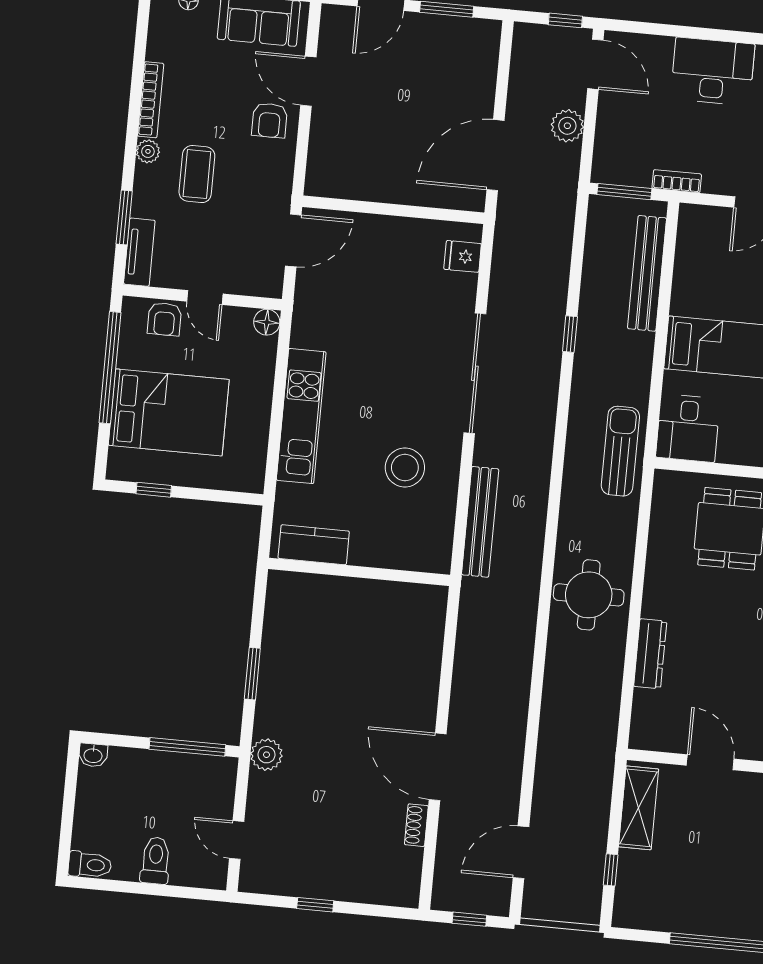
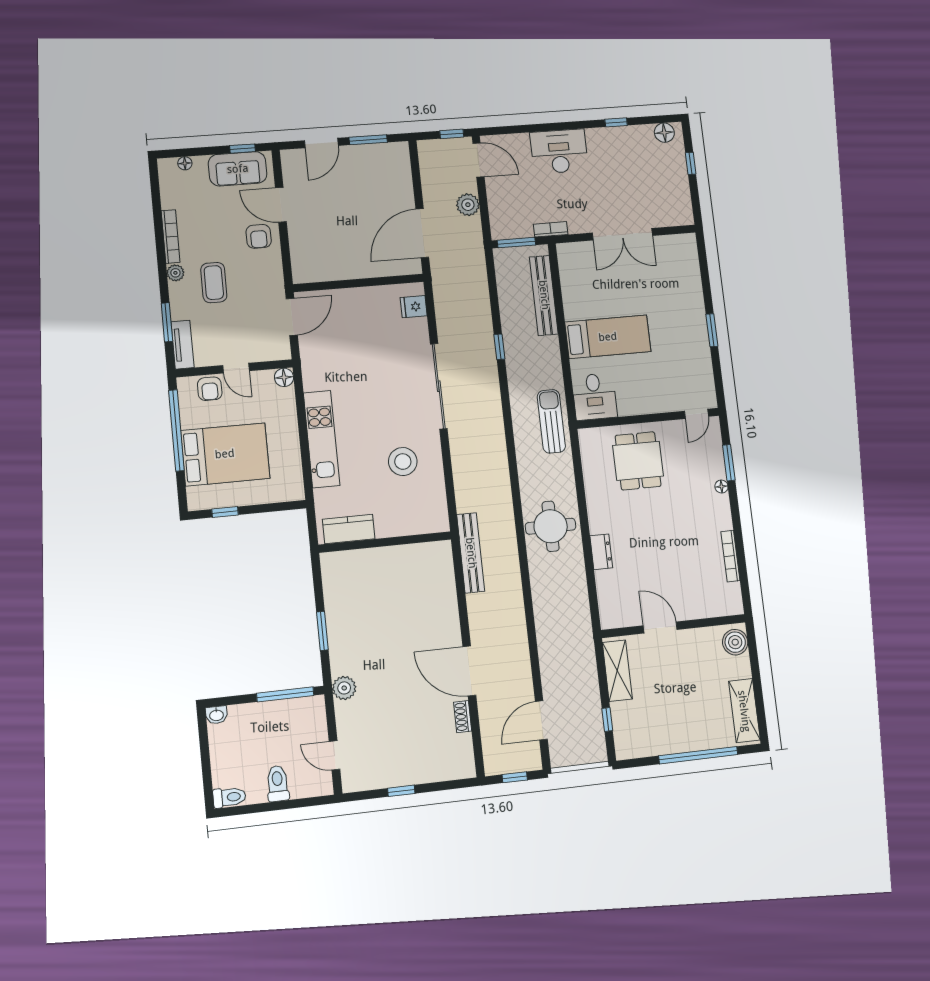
bench: (480, 522) -> (471, 553), moved
dresser: (650, 654) -> (601, 552), width x0.70

